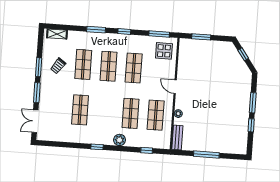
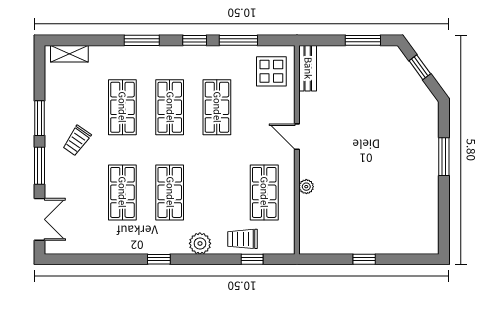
window: (159, 34) -> (238, 40), moved
window: (201, 37) -> (363, 40), moved
trolley: (58, 66) -> (77, 141), moved
shop shelf: (130, 113) -> (170, 192), moved
double door: (35, 121) -> (39, 219), swing flipped
window: (251, 125) -> (444, 199), removed
bench: (177, 138) -> (308, 68), moved
trolley: (142, 139) -> (243, 239), added
window: (206, 154) -> (364, 259), width x0.46

